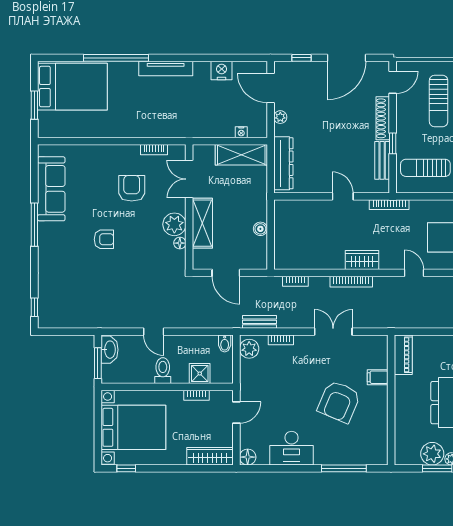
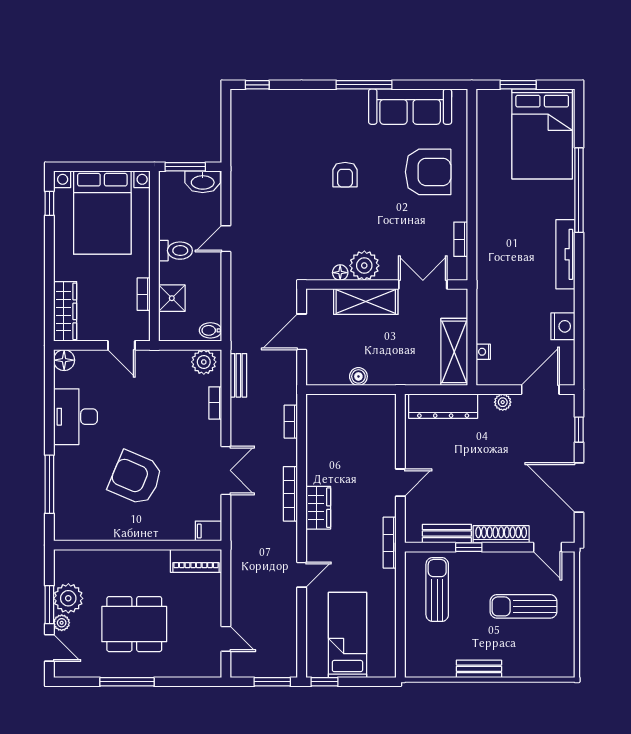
armchair: (132, 188) -> (428, 172), moved, width x1.36, depth x1.36
filing cabinet: (378, 377) -> (208, 531), moved, turned -90

